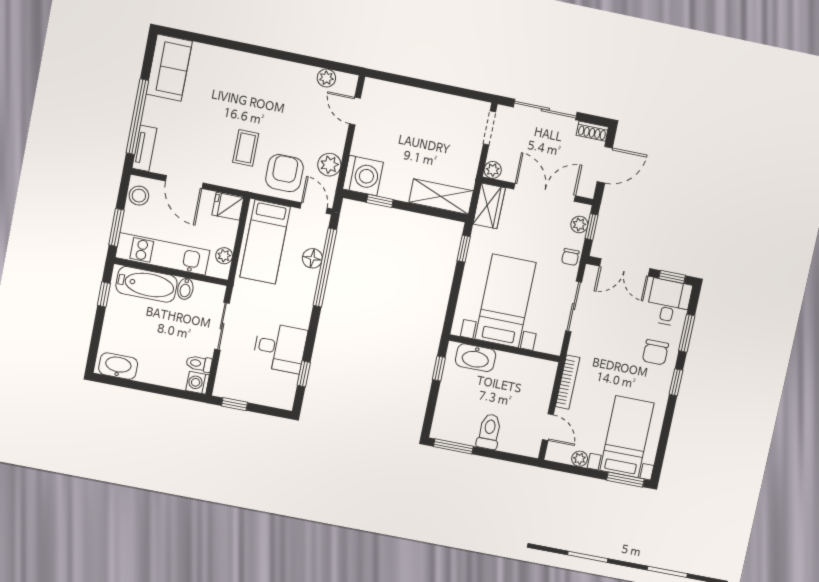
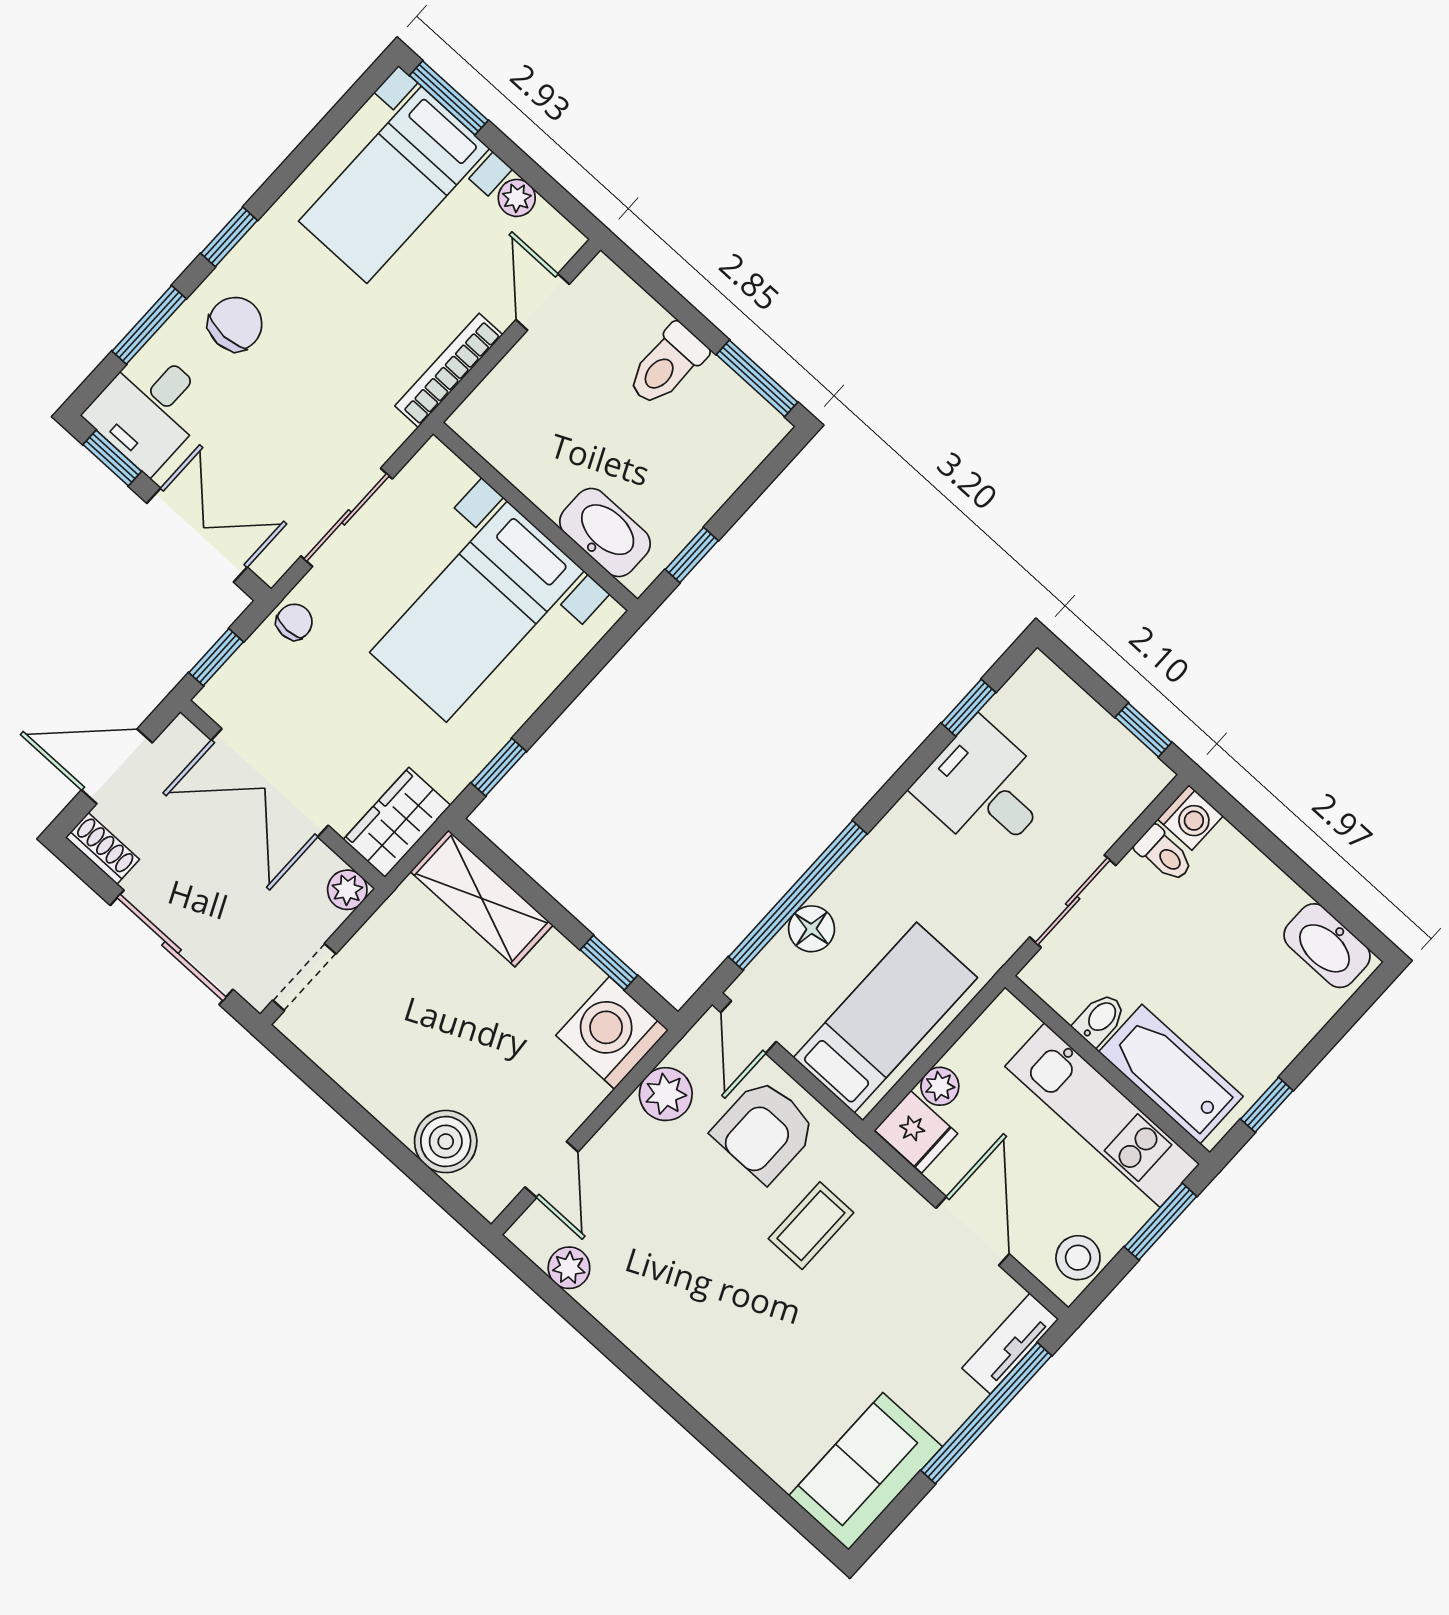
boiler: (401, 98) -> (446, 1142), added
plant: (579, 224) -> (238, 677), removed
plant: (224, 256) -> (940, 1086), moved

